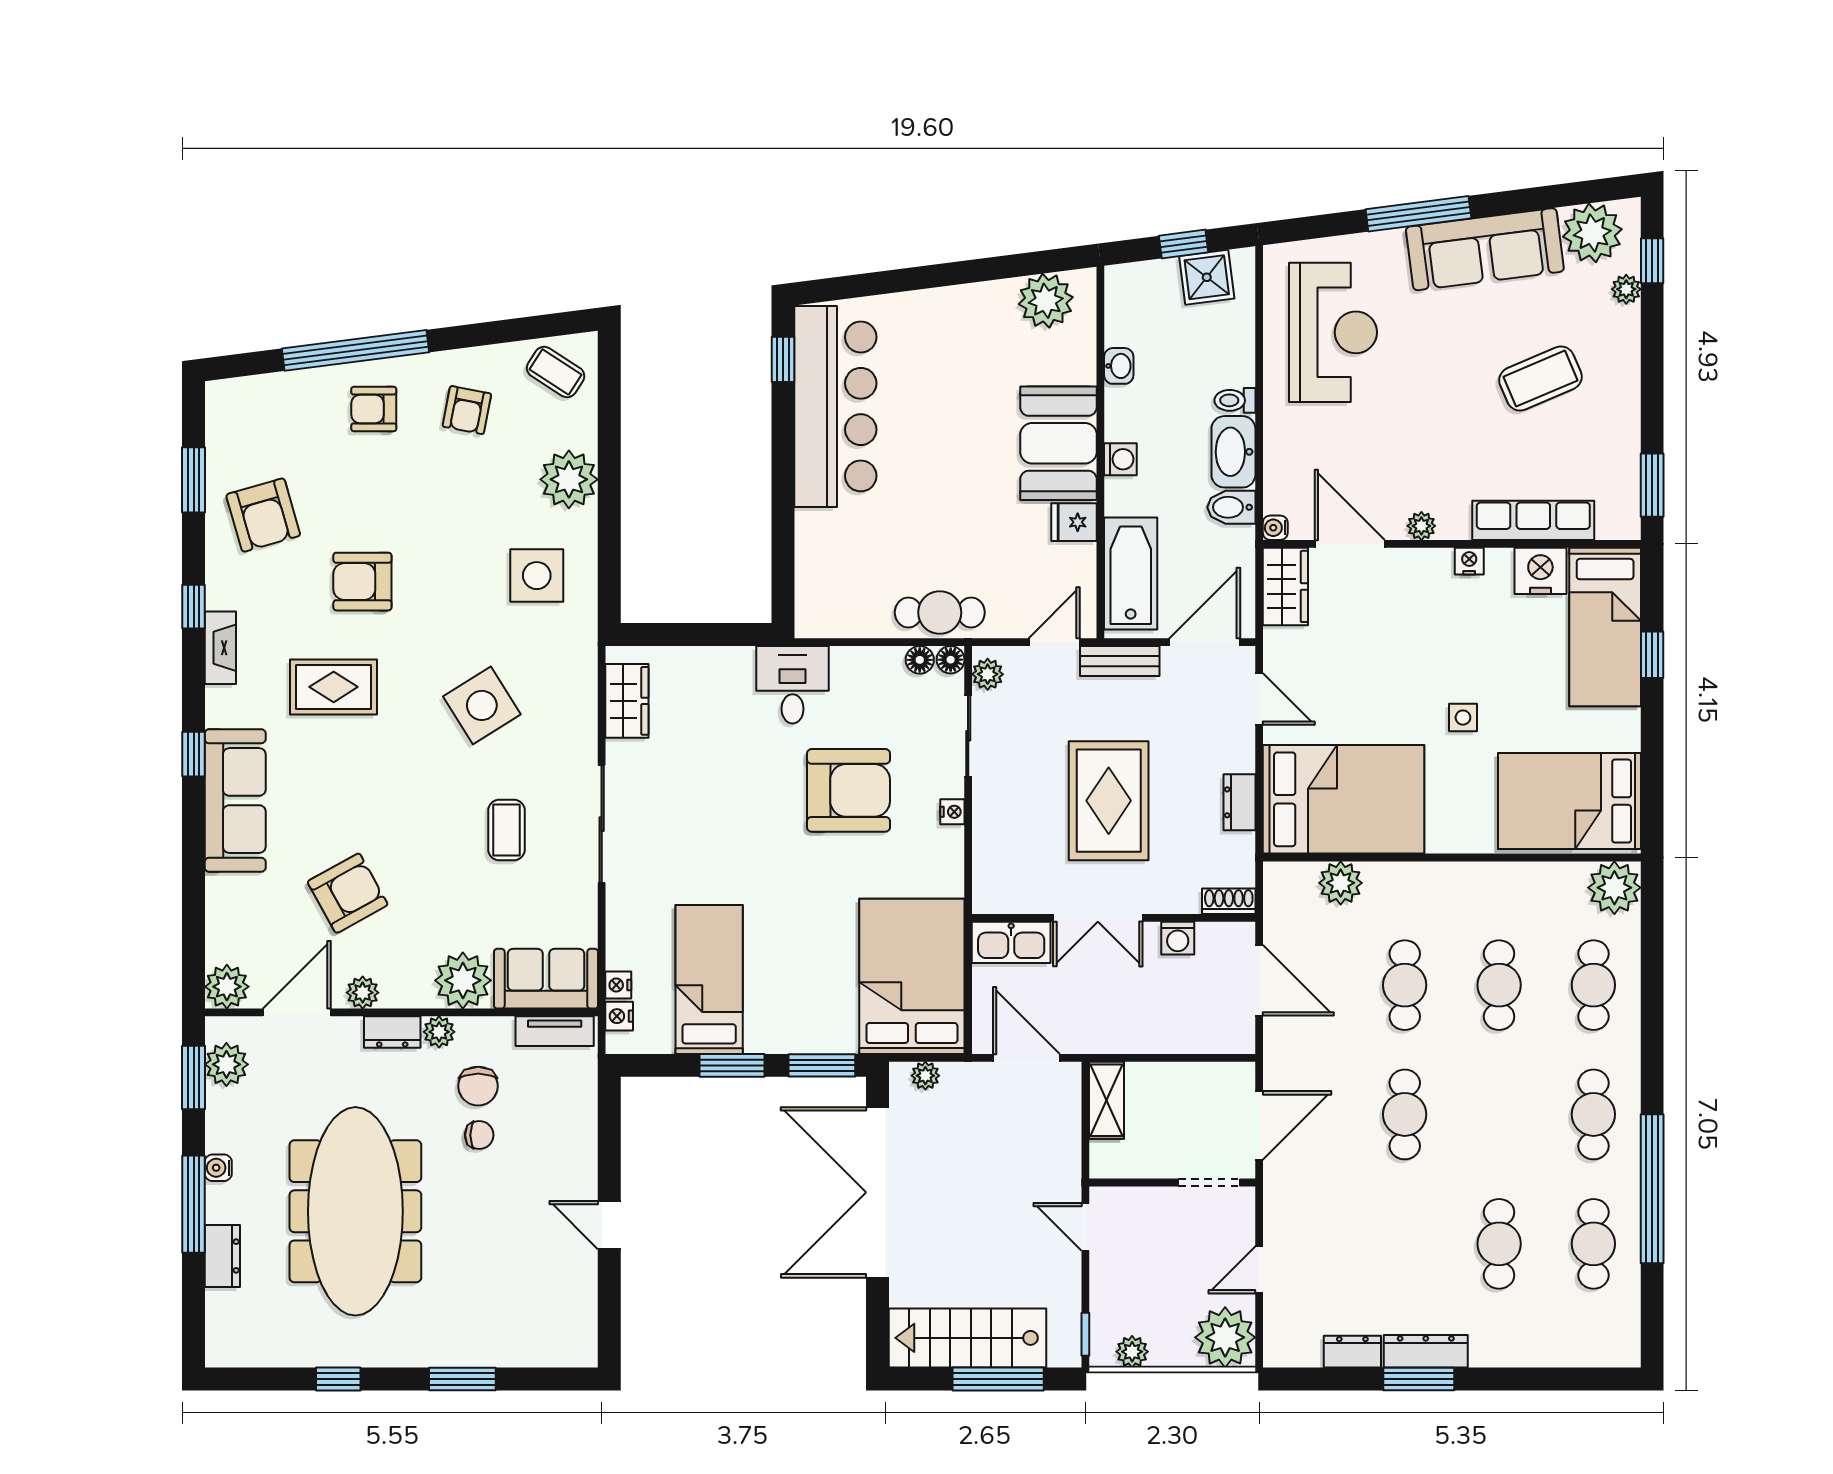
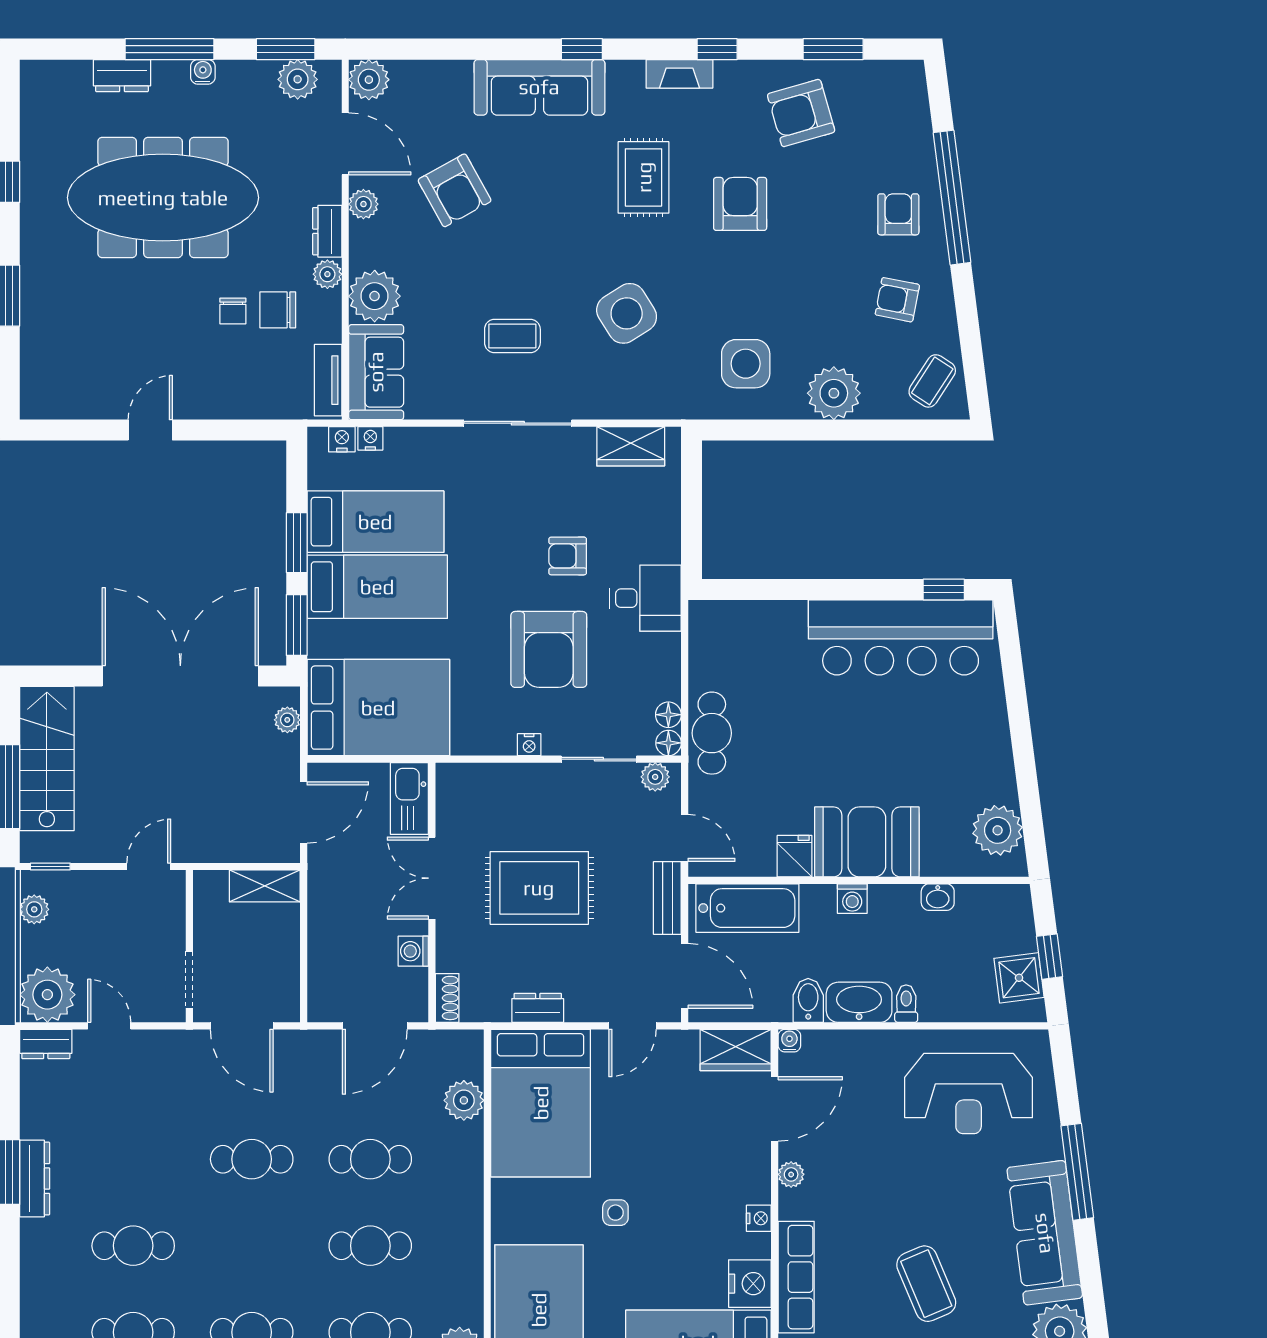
armchair: (747, 770) -> (568, 556), added
bed: (780, 977) -> (377, 587), added
dresser: (1352, 1352) -> (46, 1044), moved, turned 90

